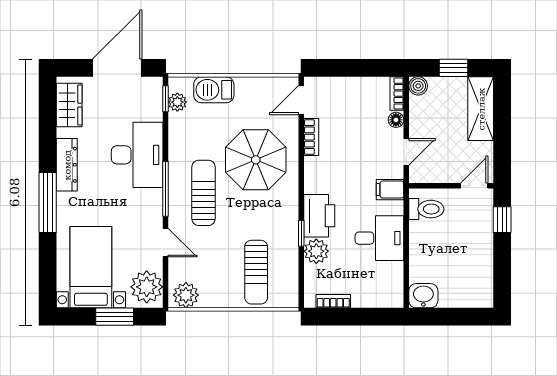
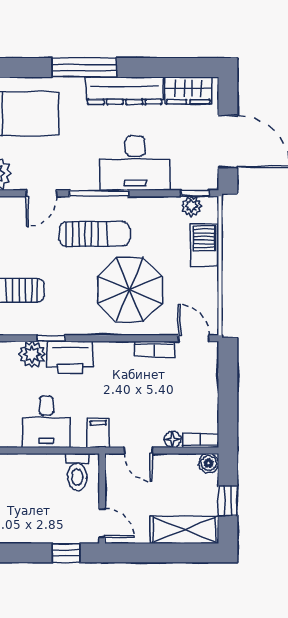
dresser: (67, 165) -> (125, 91), width x1.37, depth x1.24

